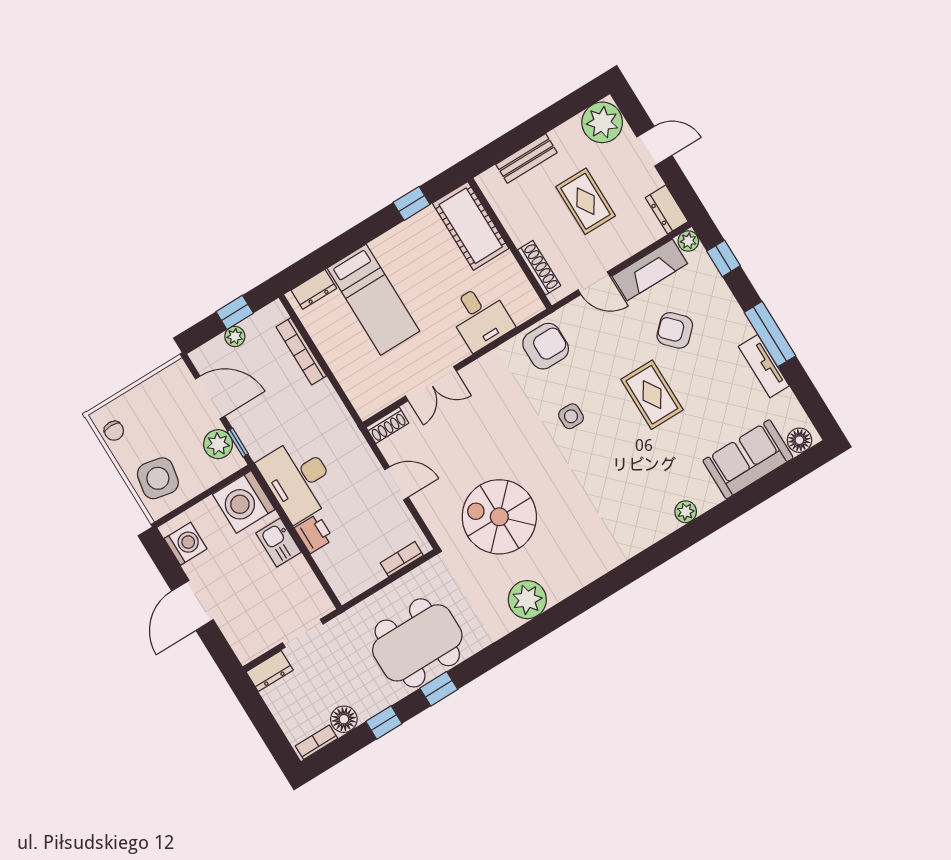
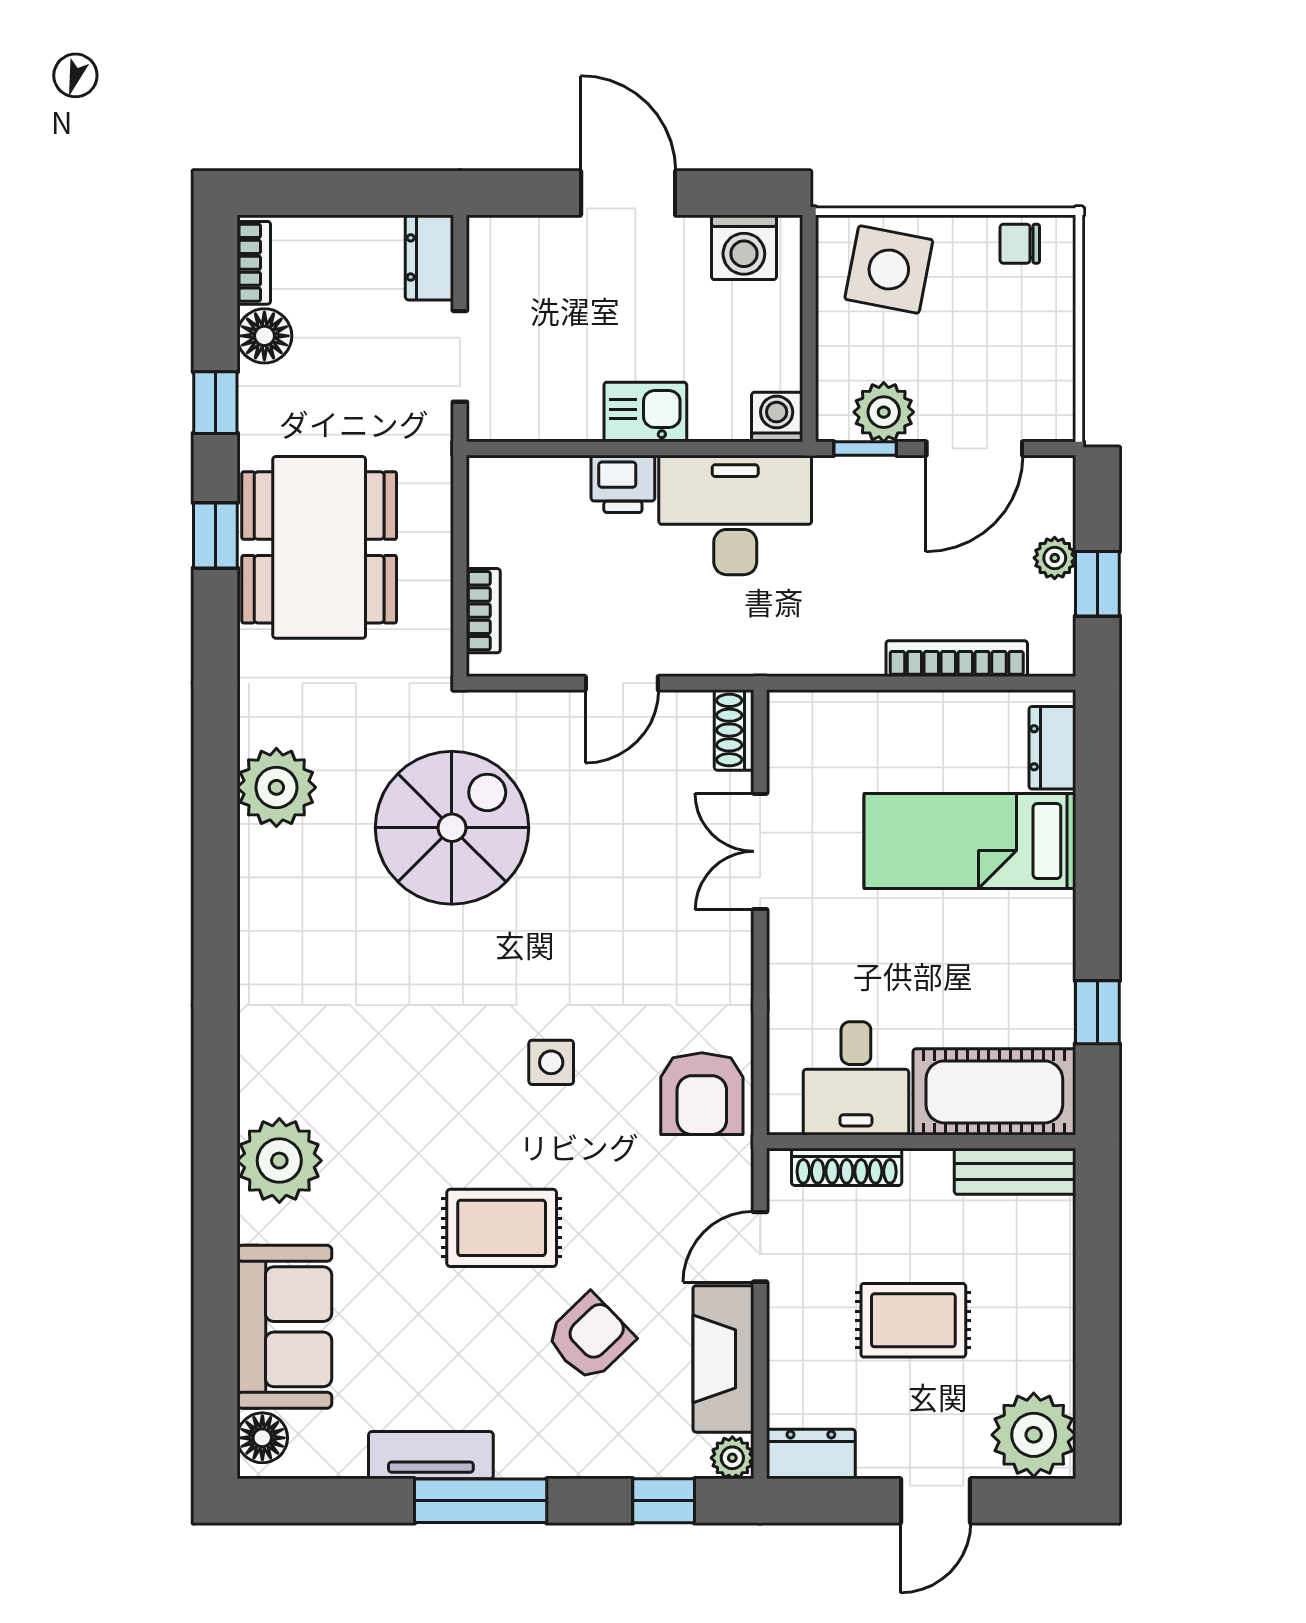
bench: (526, 158) -> (1015, 1171), moved, turned 90
desk: (480, 317) -> (856, 1078), moved, turned -90
washing machine: (244, 502) -> (777, 417), width x0.53, depth x0.53
plant: (686, 512) -> (279, 1161), width x1.88, depth x1.88

